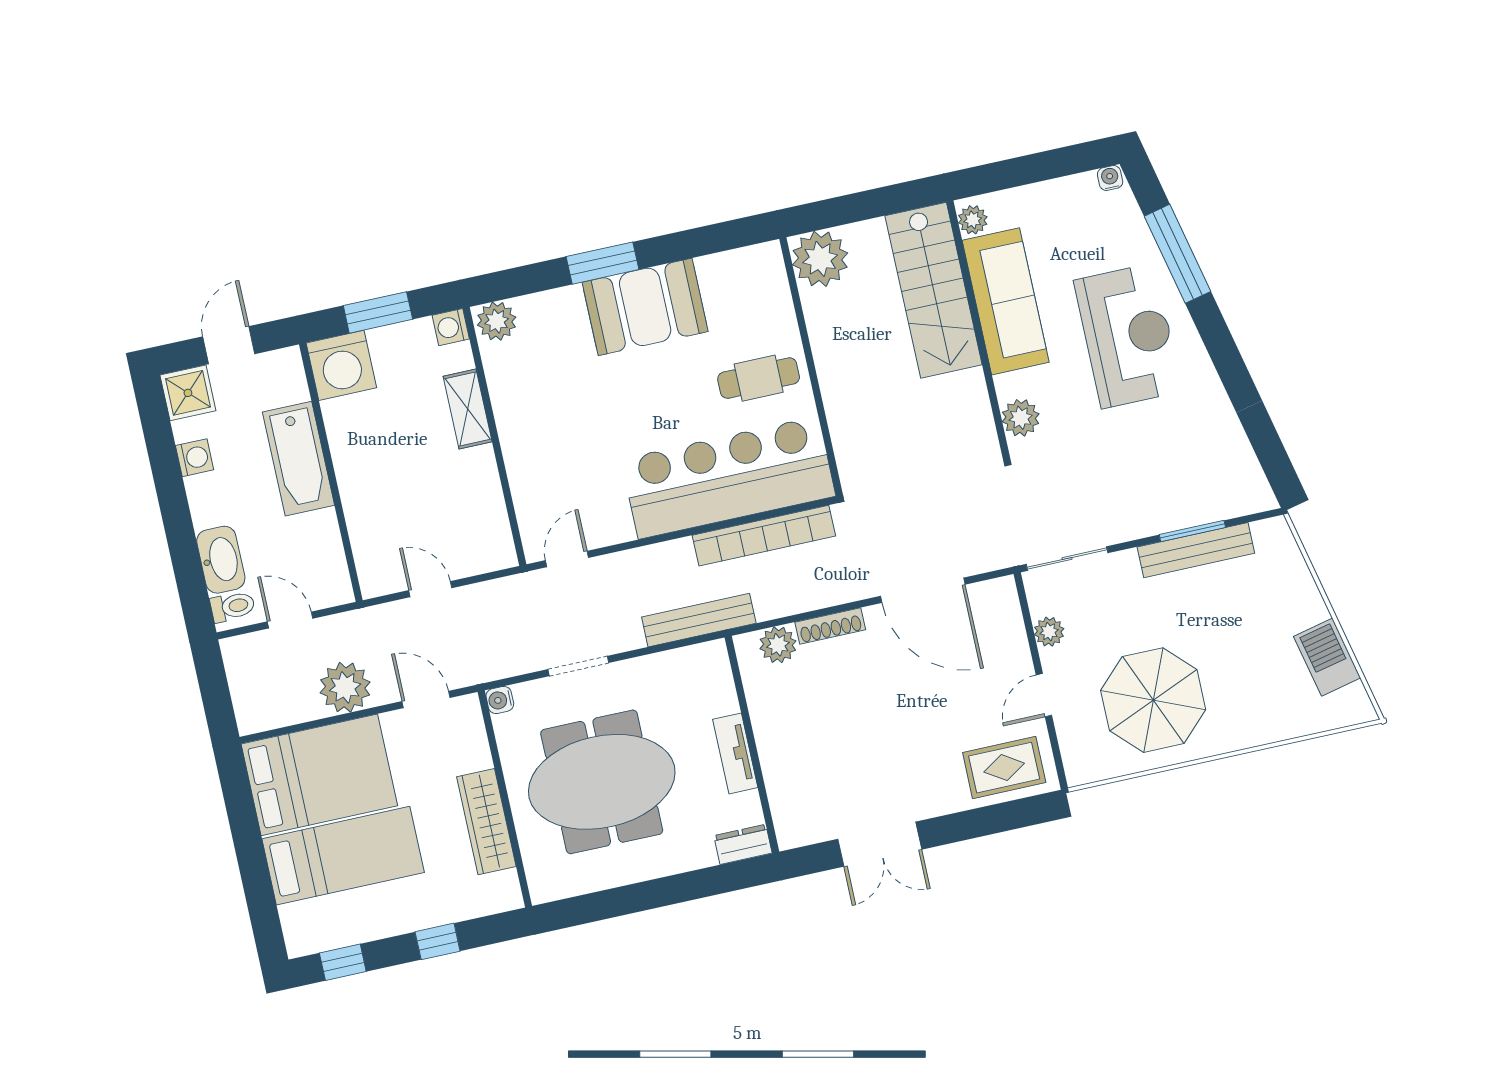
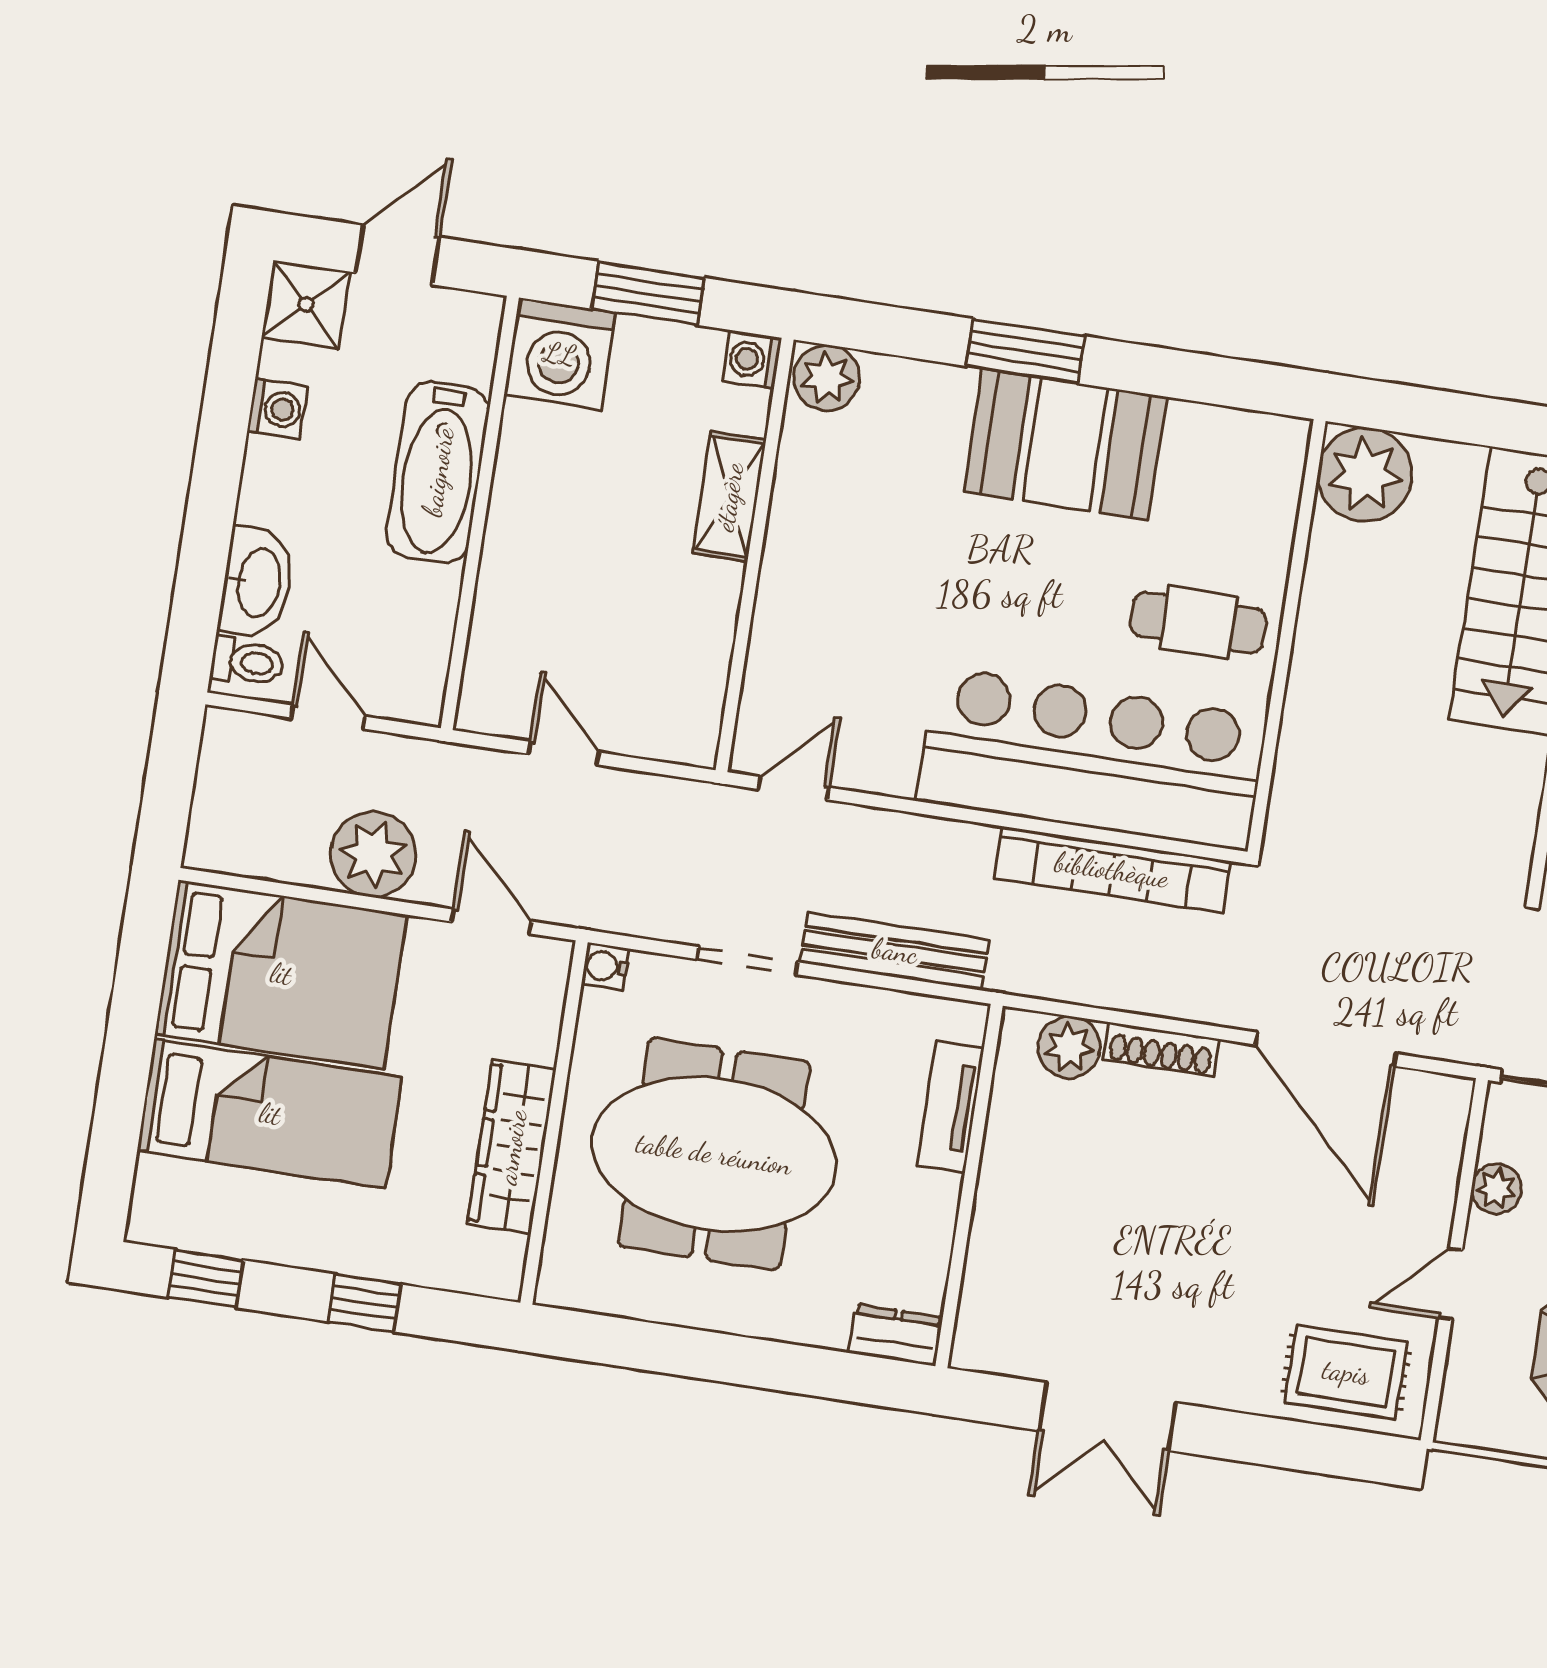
bench: (699, 620) -> (895, 951), moved
tv unit: (735, 753) -> (951, 1107), moved

